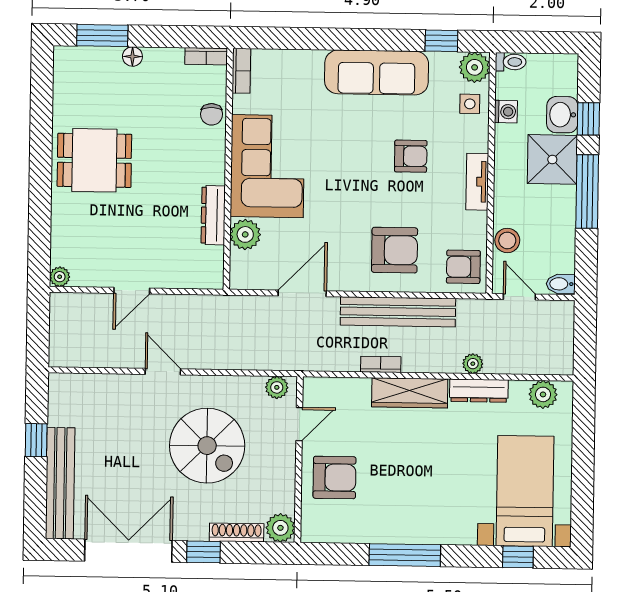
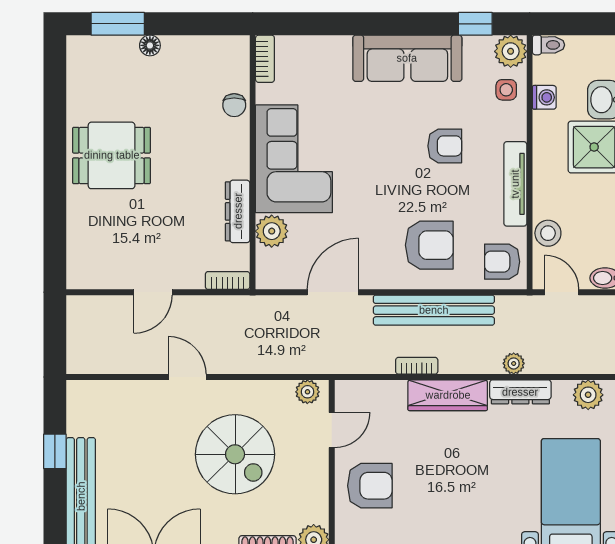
bookcase: (206, 56) -> (228, 280), moved, turned 180
tv unit: (477, 182) -> (515, 184), width x1.41
plant: (60, 277) -> (77, 279), removed

